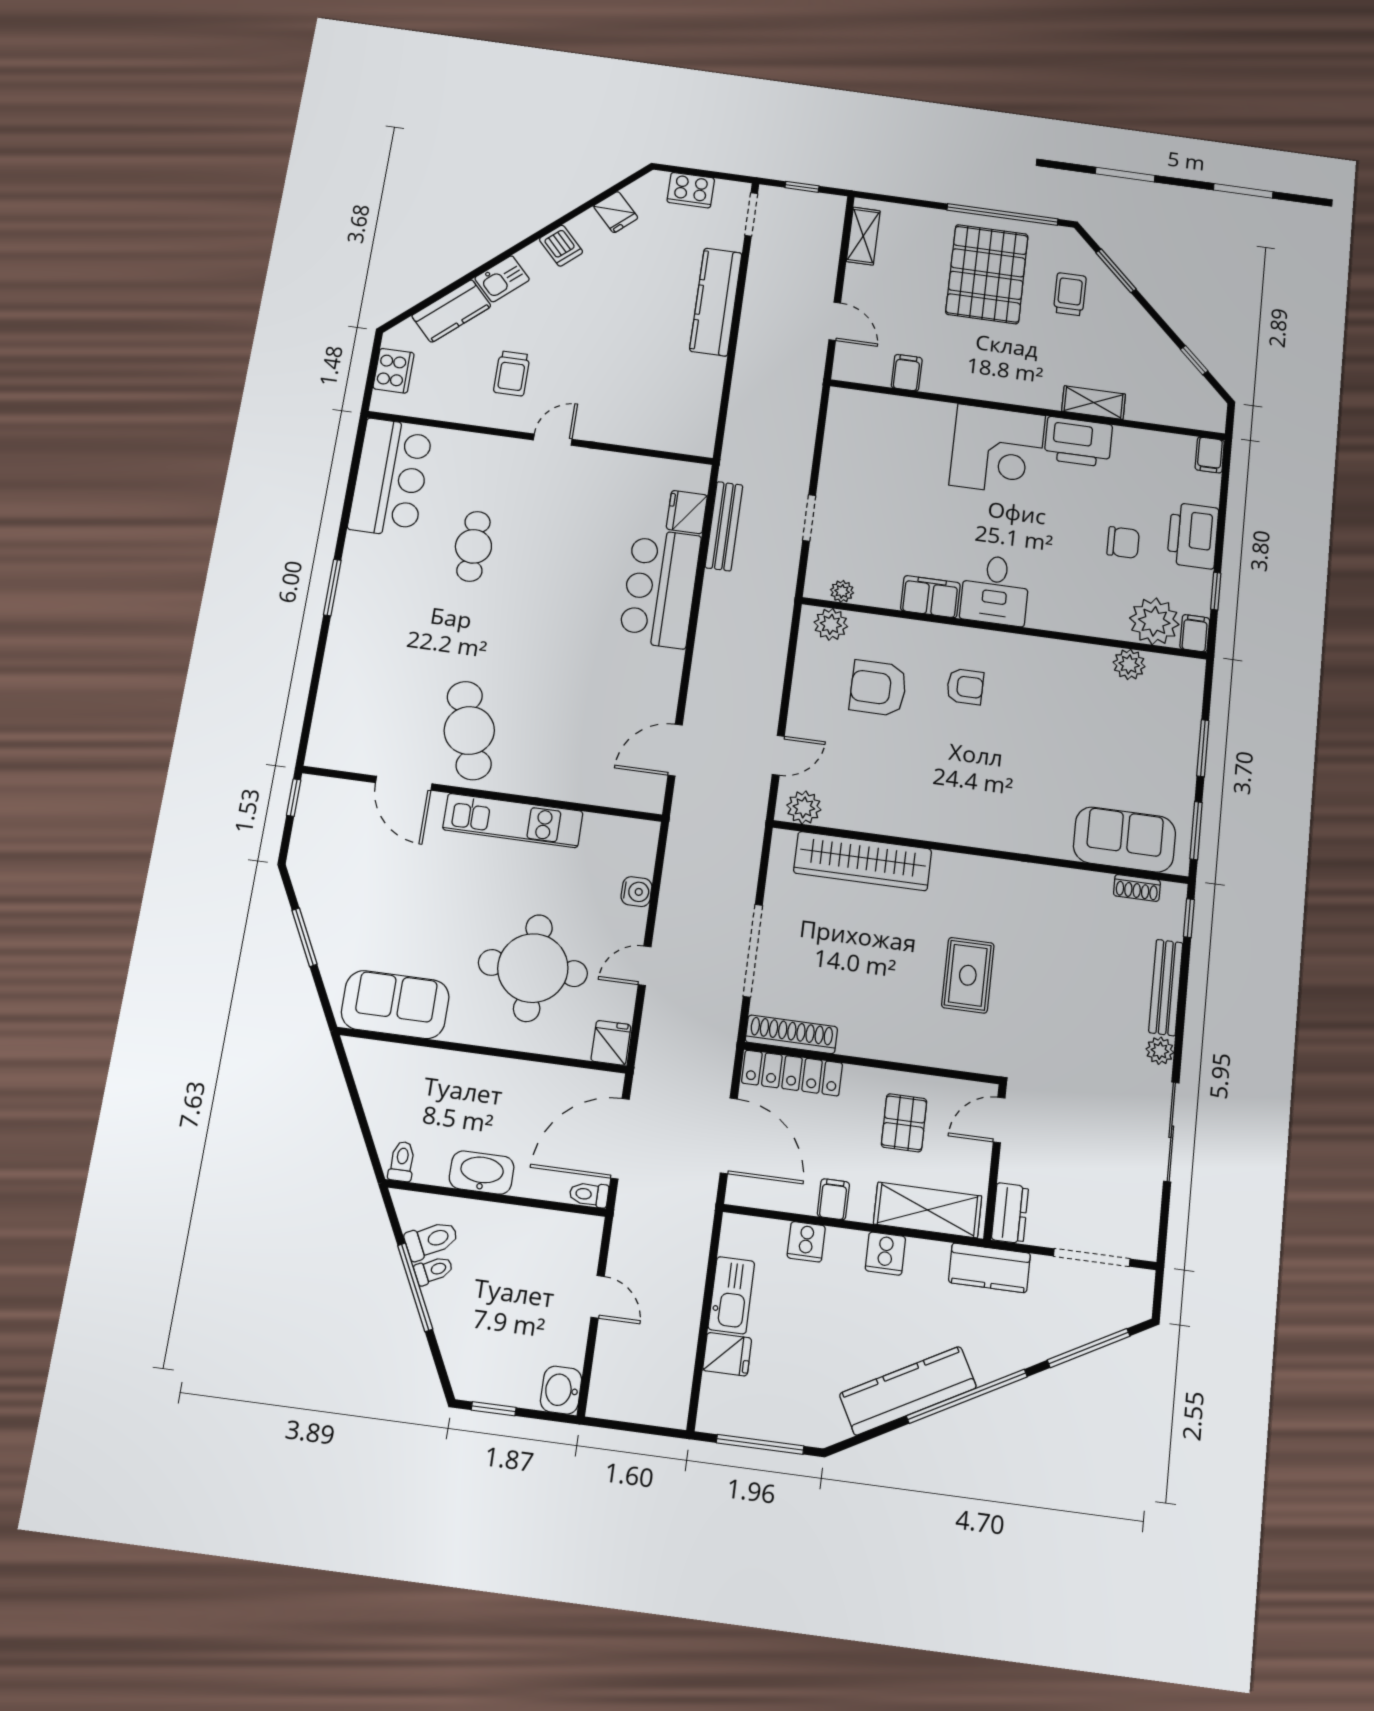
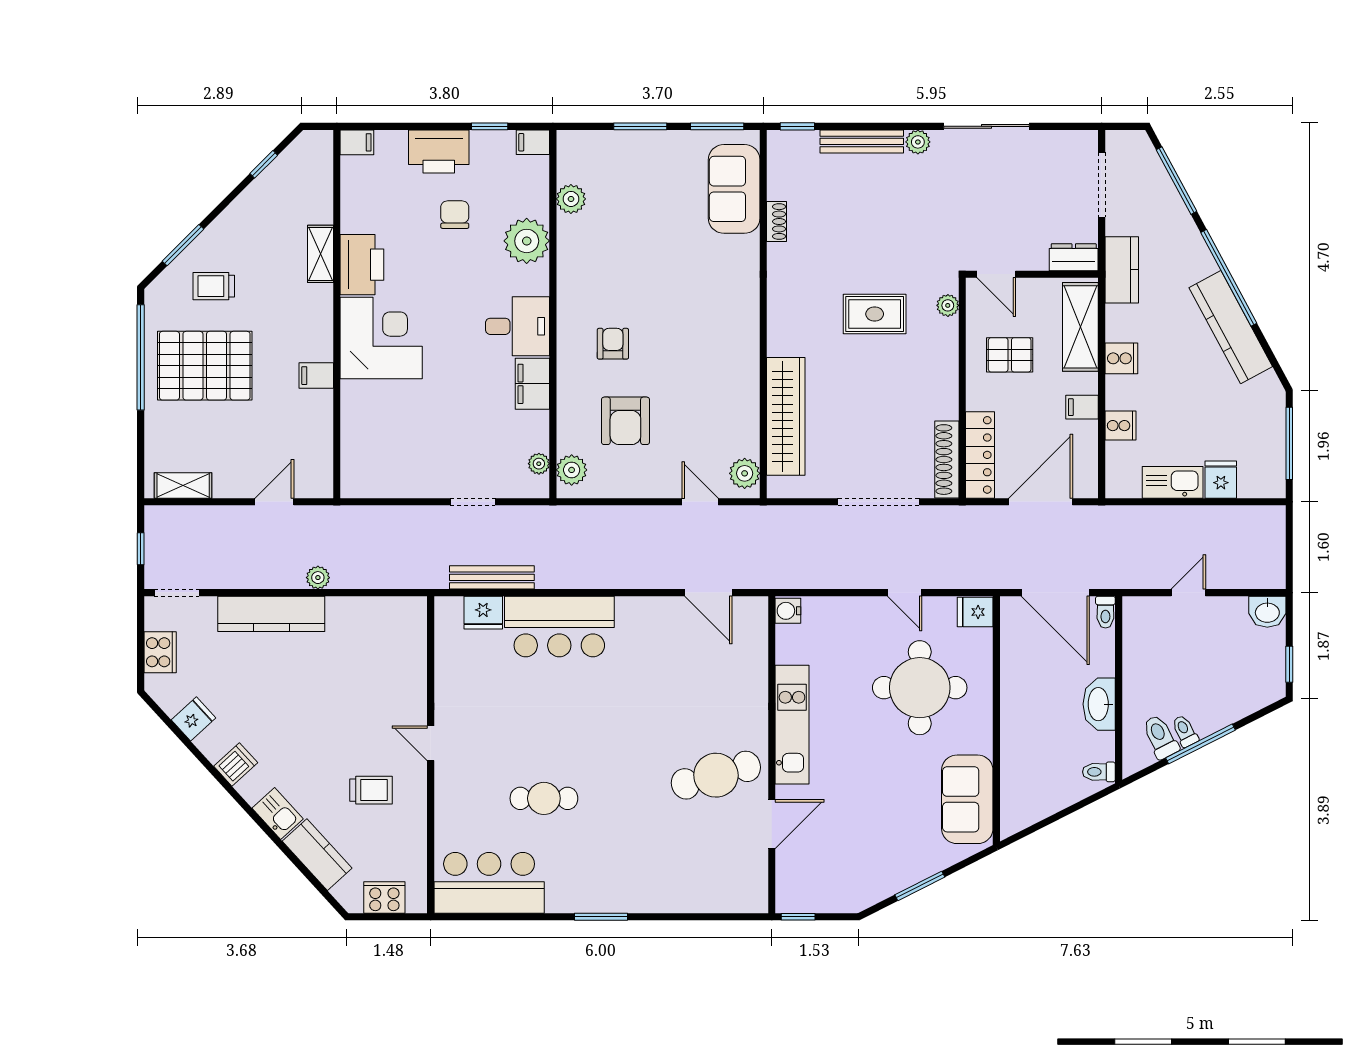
plant: (748, 353) -> (318, 578), added
filing cabinet: (907, 373) -> (316, 376), moved
plant: (1154, 621) -> (527, 241), moved
shoe rack: (1137, 888) -> (777, 222), moved
water cooler: (636, 892) -> (788, 611), moved, turned -90
plant: (969, 1059) -> (948, 305), added

